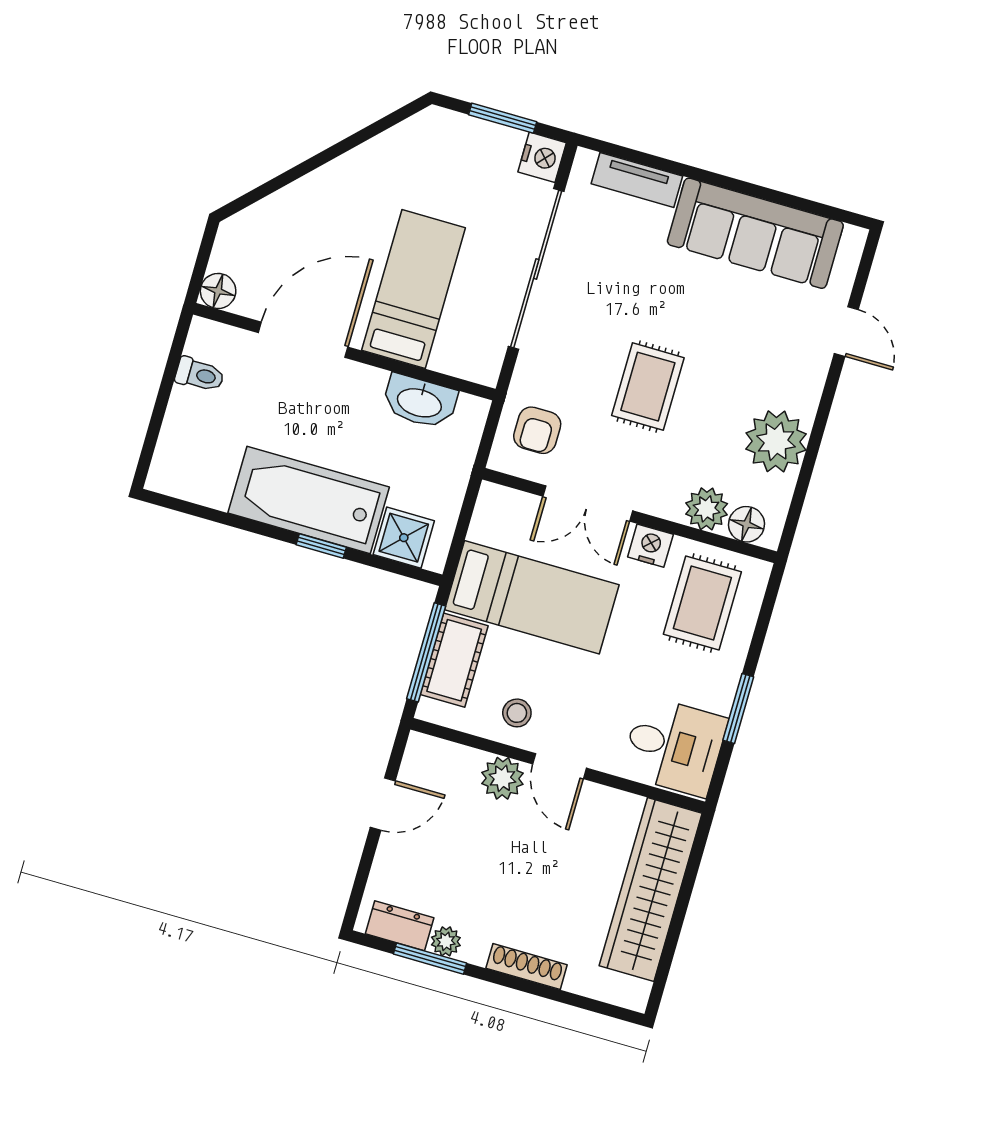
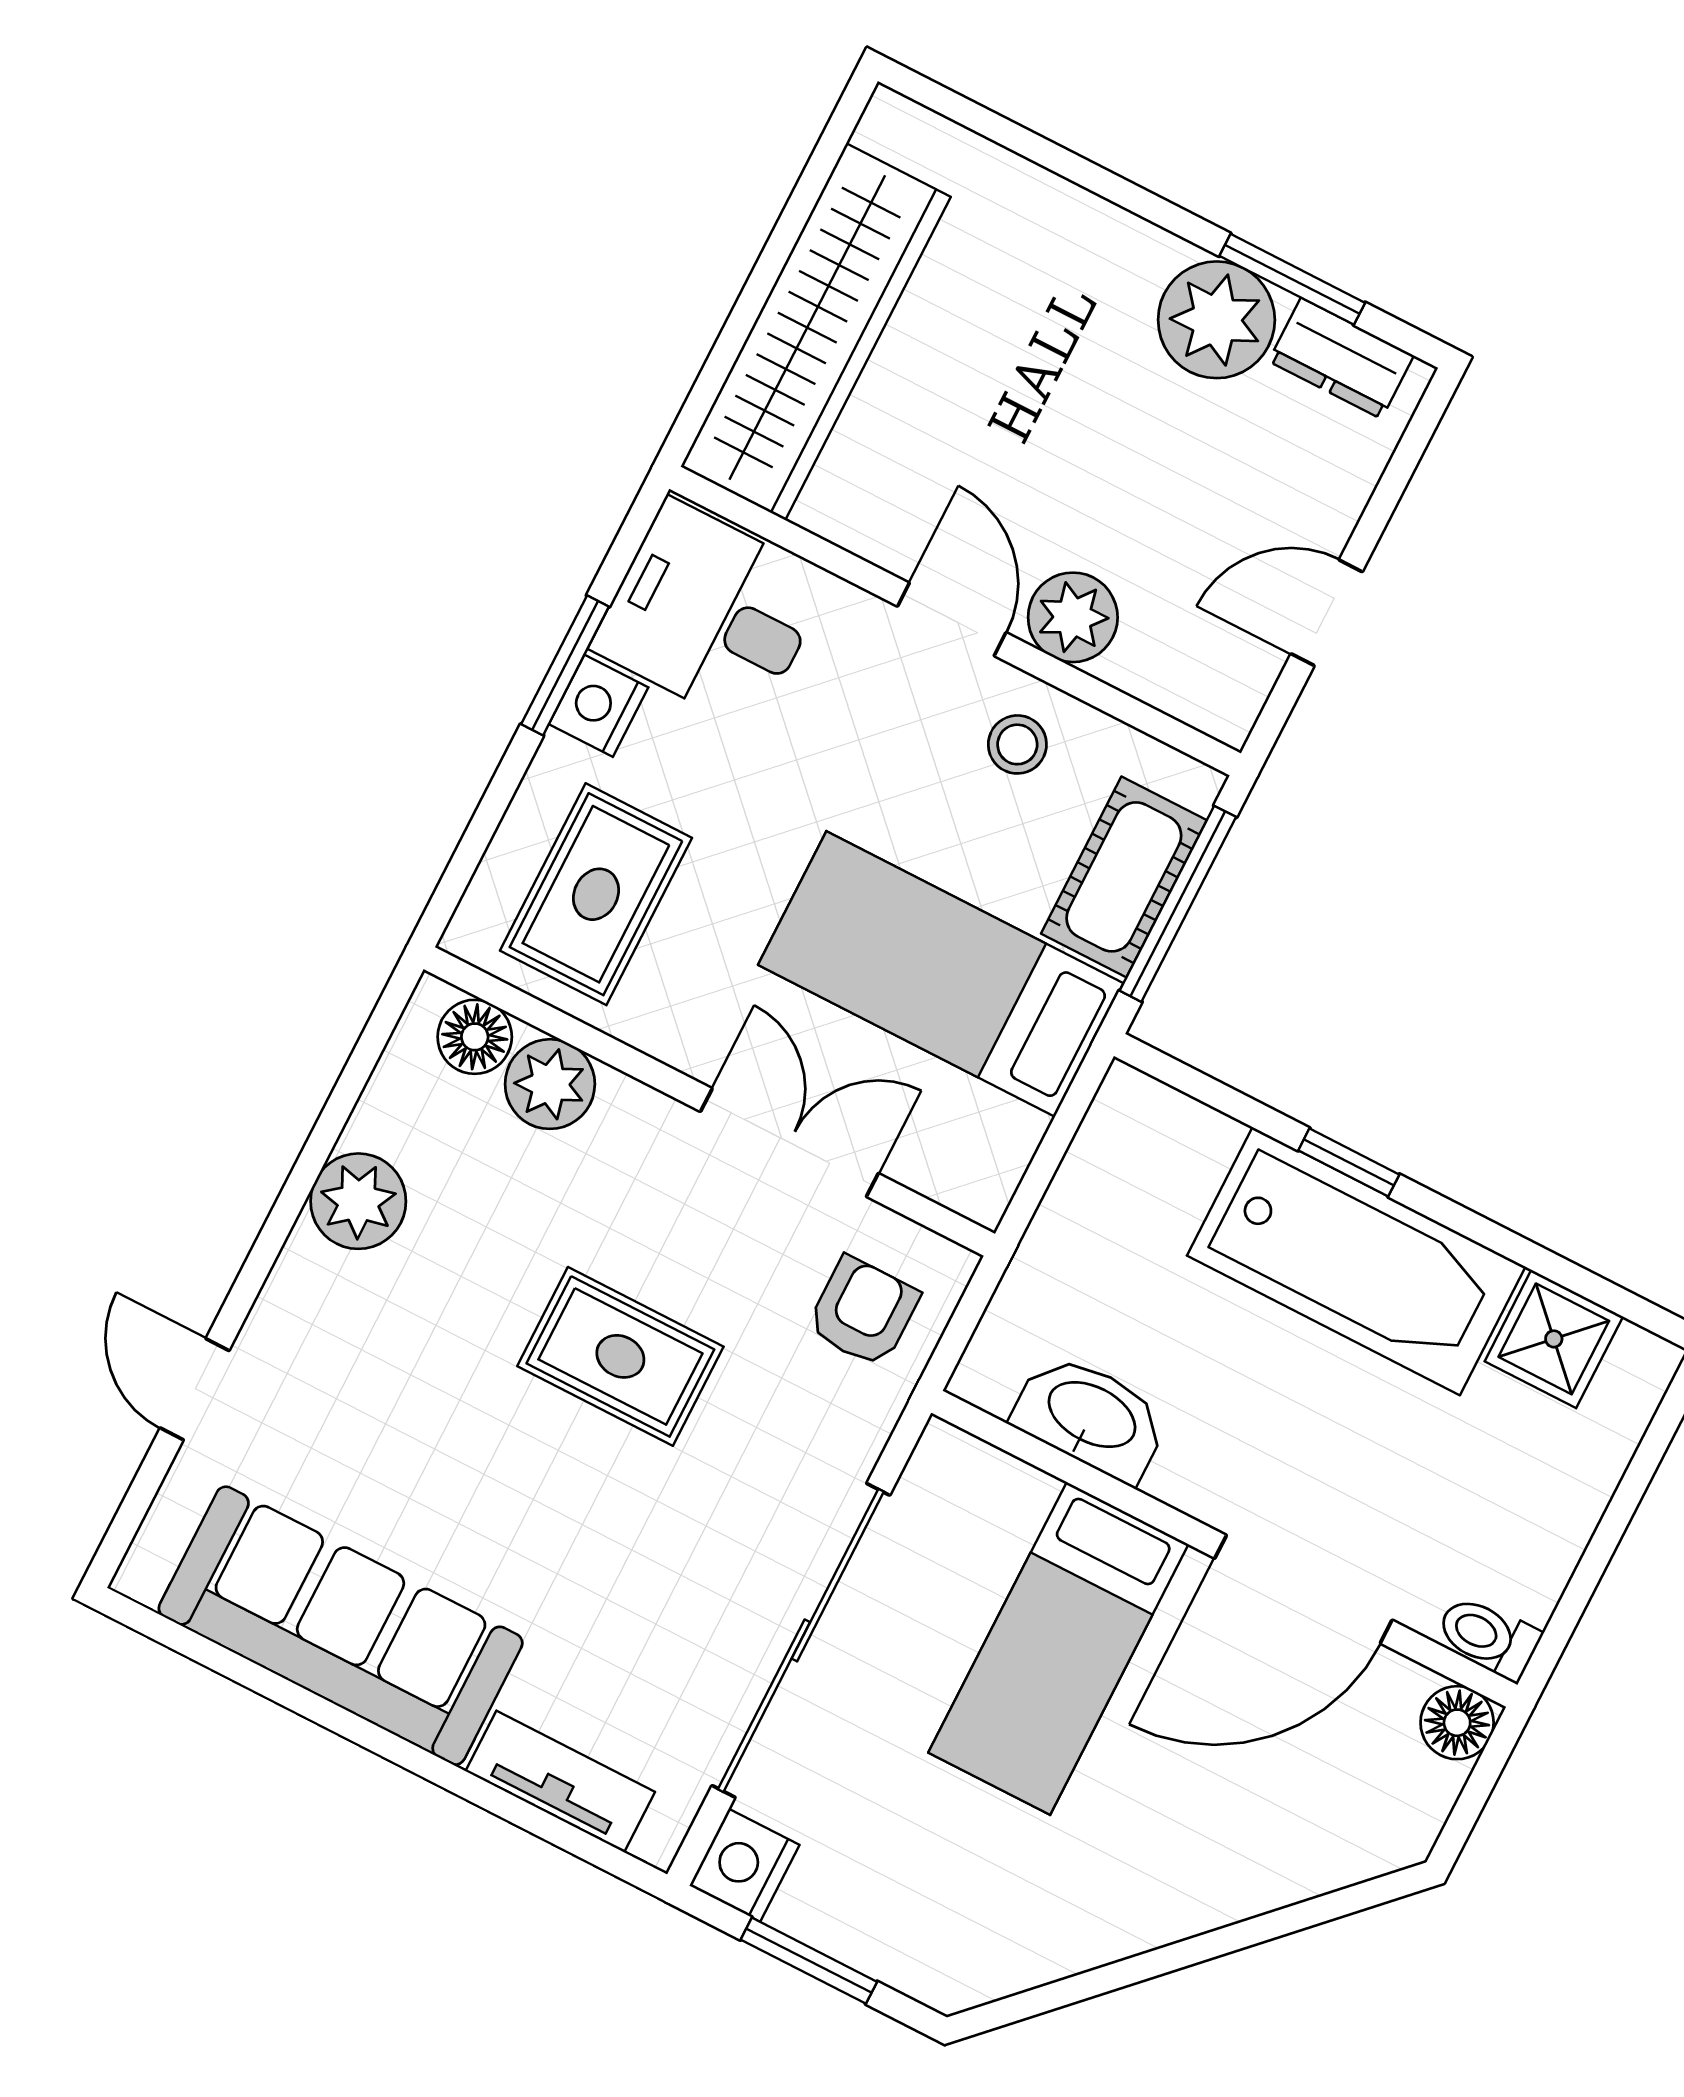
toilet: (200, 375) -> (1488, 1637), moved
rug: (648, 387) -> (620, 1356), turned 90
plant: (776, 441) -> (358, 1201), width x0.73, depth x0.73
shower: (404, 538) -> (1554, 1339), moved
nightstand: (650, 546) -> (599, 706), moved, turned 90
plant: (446, 941) -> (1216, 320), width x1.88, depth x1.88
shoe rack: (527, 967) -> (1099, 225), removed

